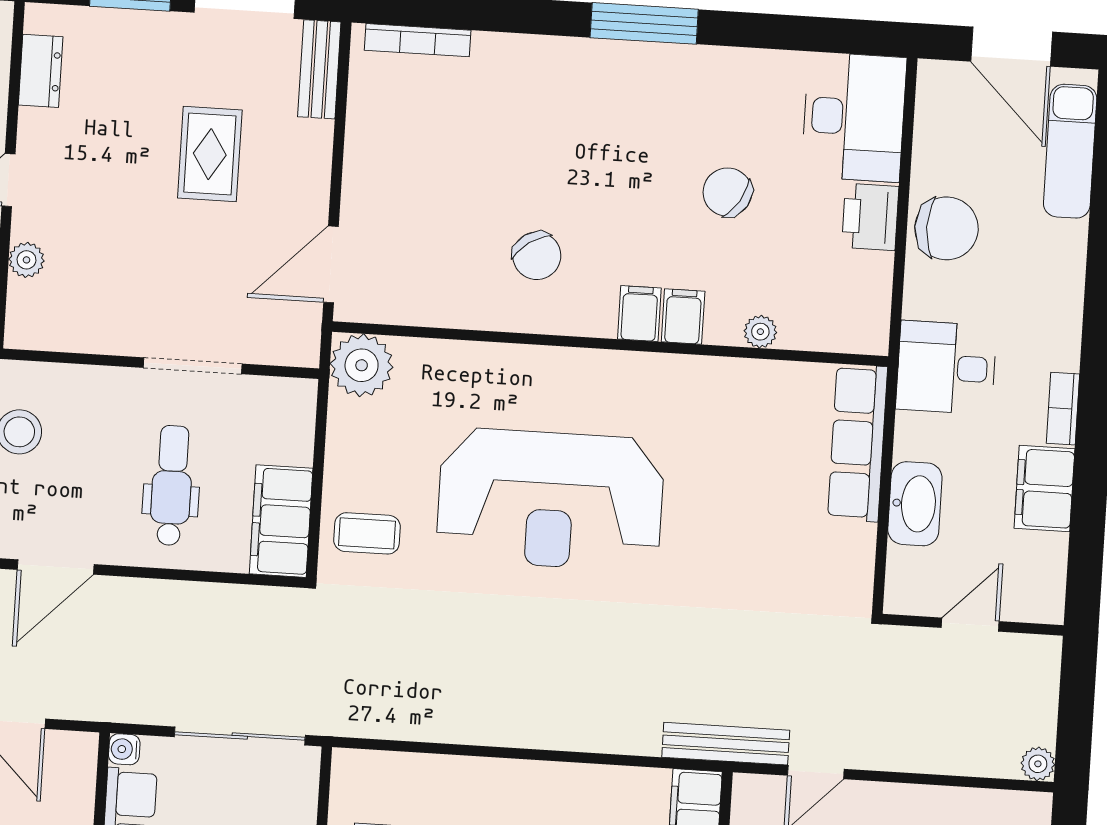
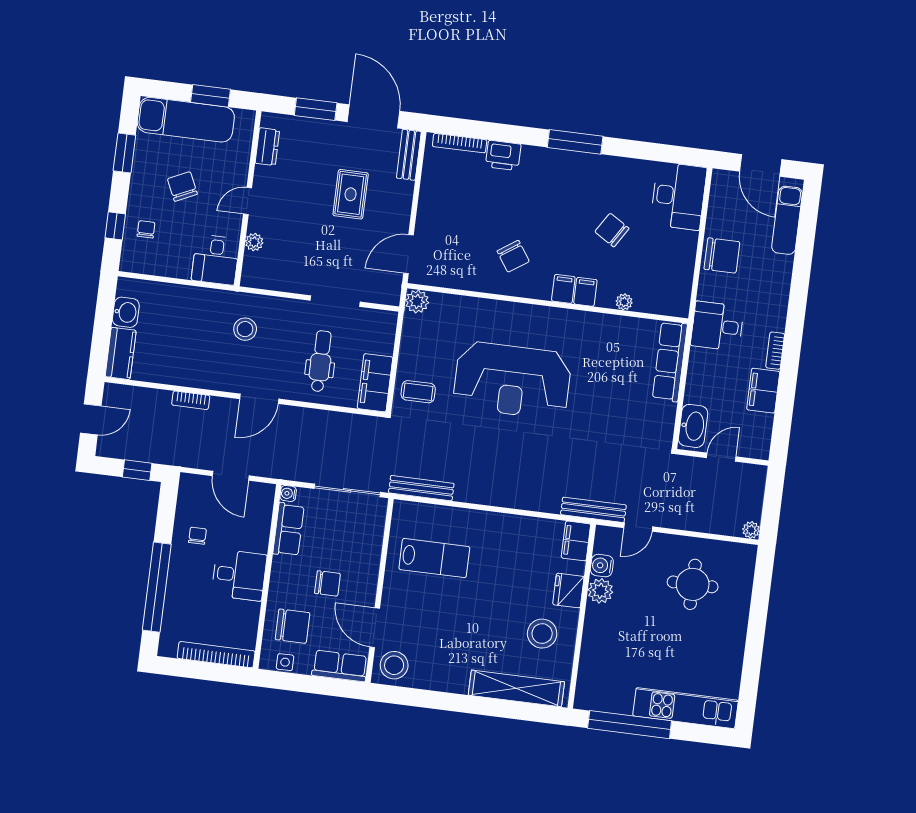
printer: (870, 217) -> (503, 155), moved, turned -90
plant: (362, 365) -> (417, 301), width x0.73, depth x0.73
washbasin: (915, 504) -> (693, 426), moved
bench: (385, 722) -> (421, 488), added

